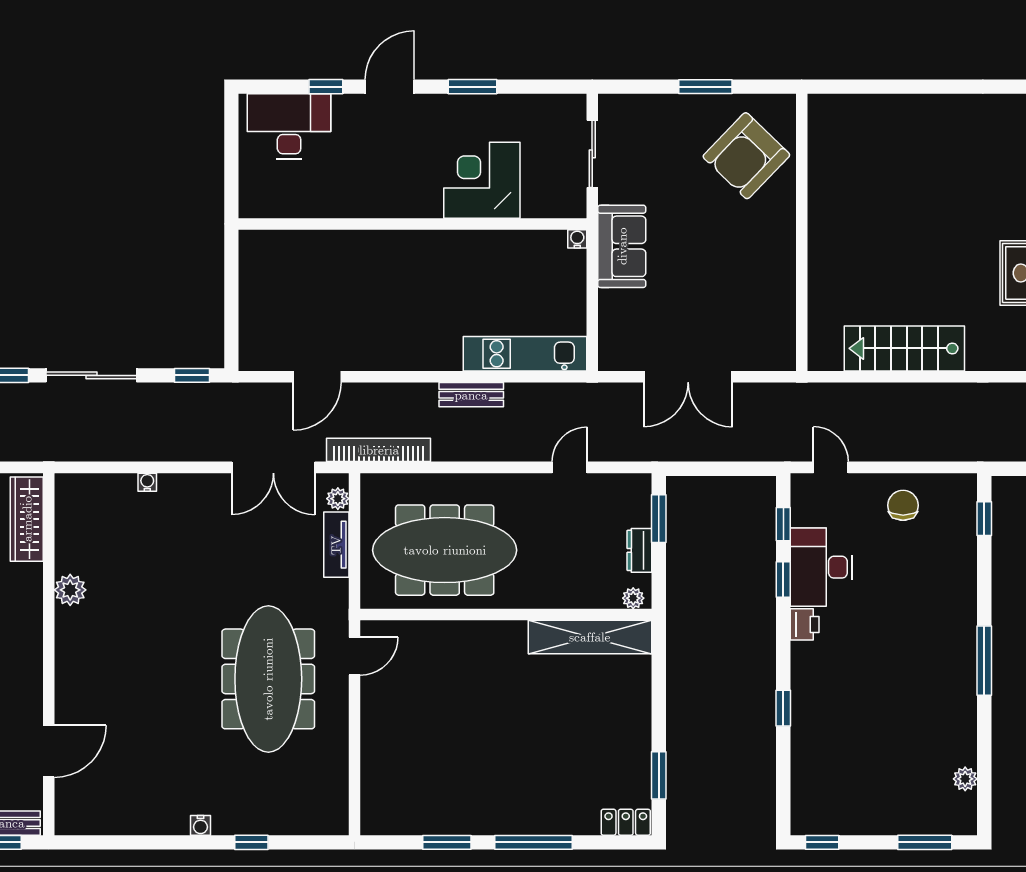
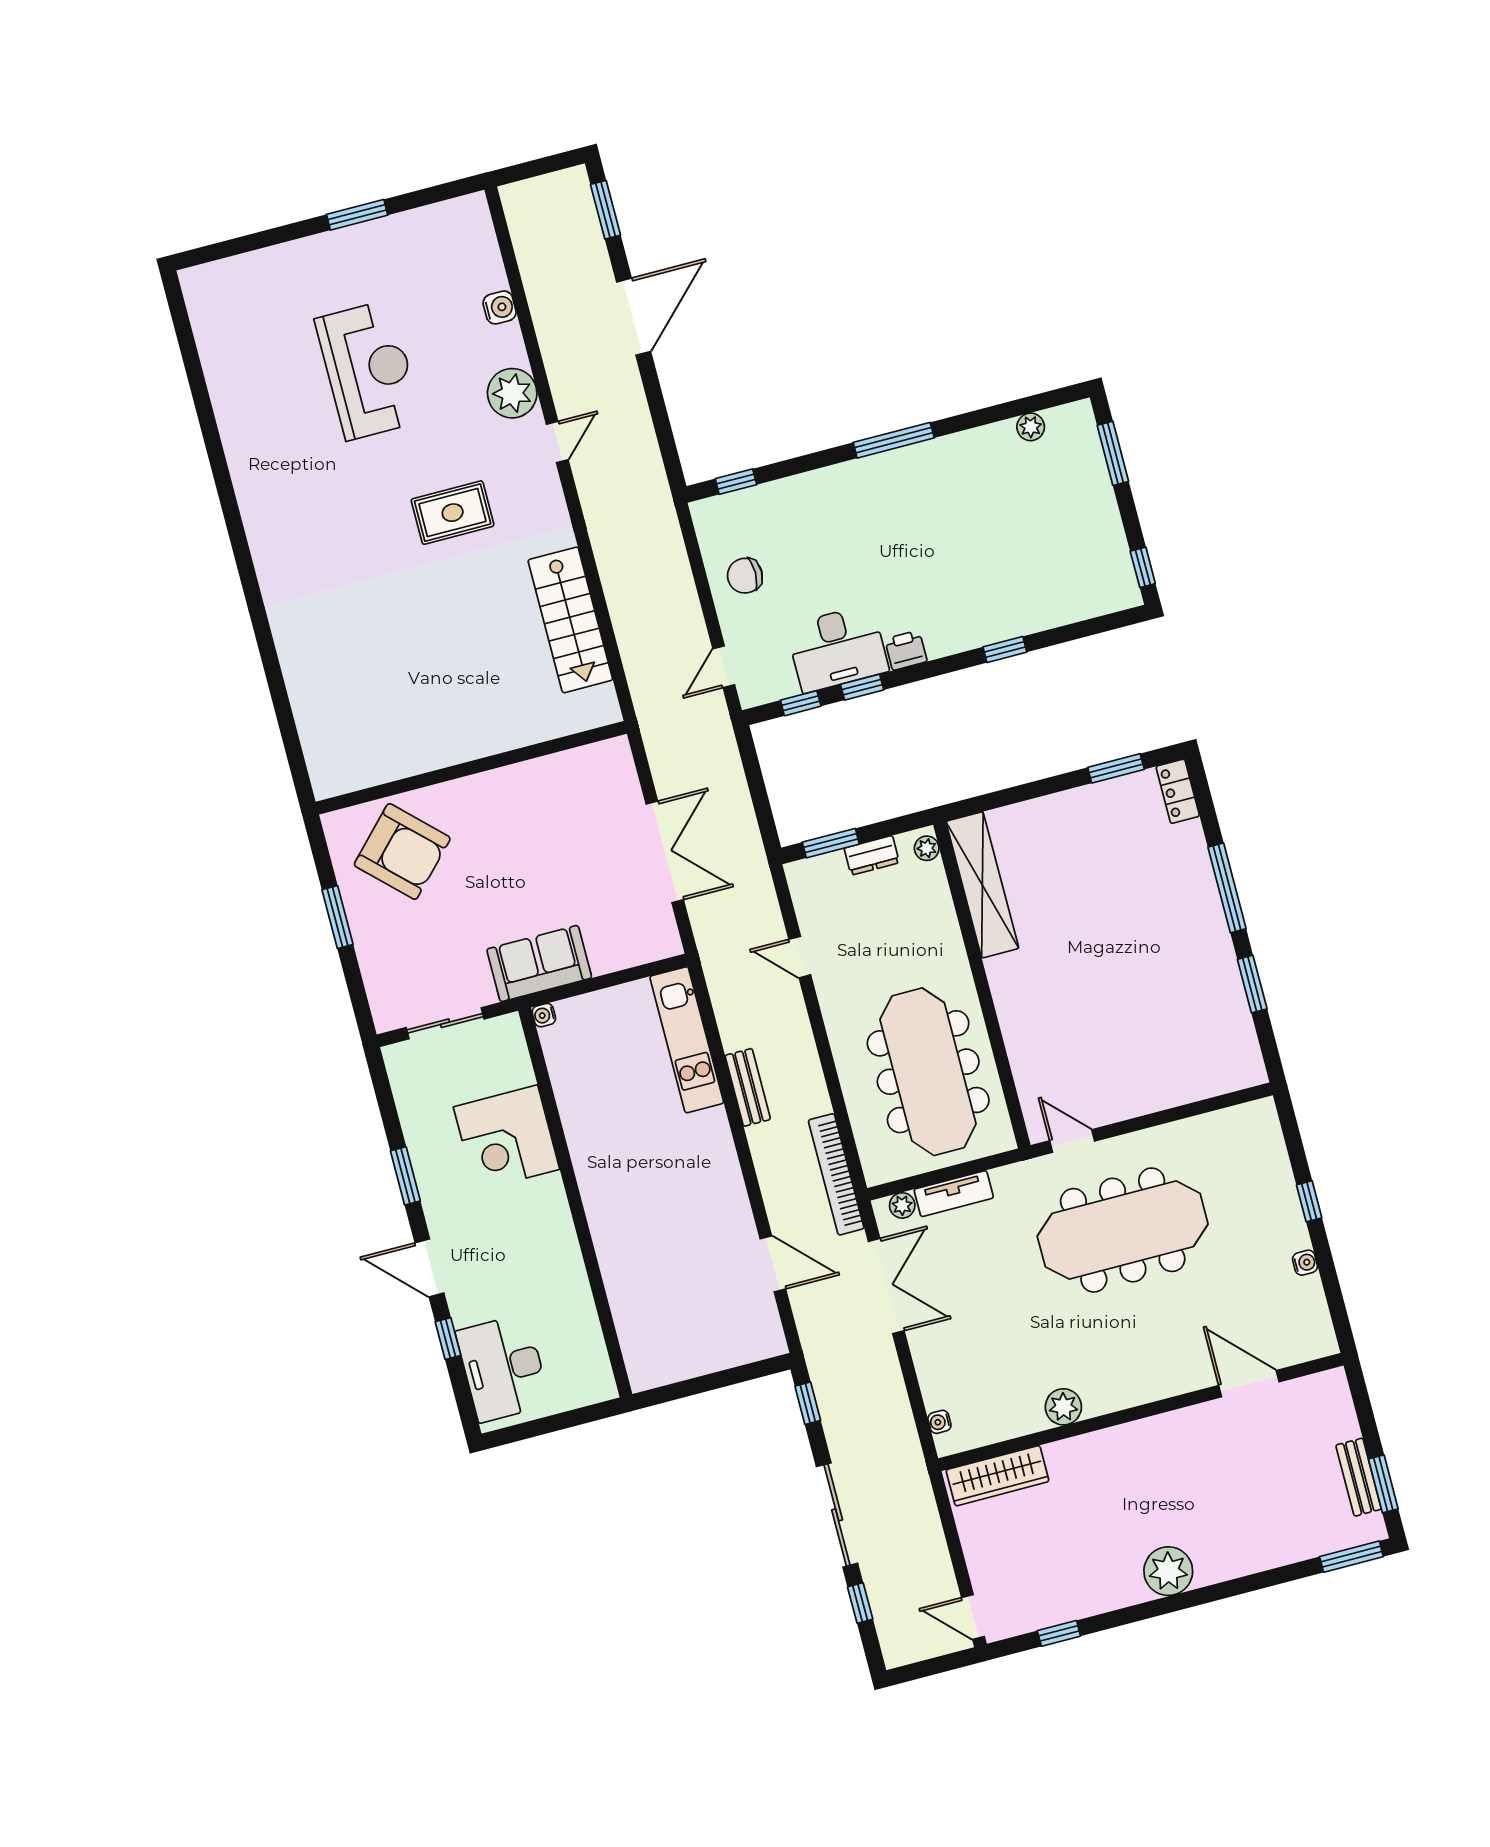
wardrobe: (27, 519) -> (997, 1476), moved
plant: (70, 590) -> (1063, 1407), moved
wall: (49, 654) -> (1141, 1412), moved
door: (49, 751) -> (1249, 1384), moved

